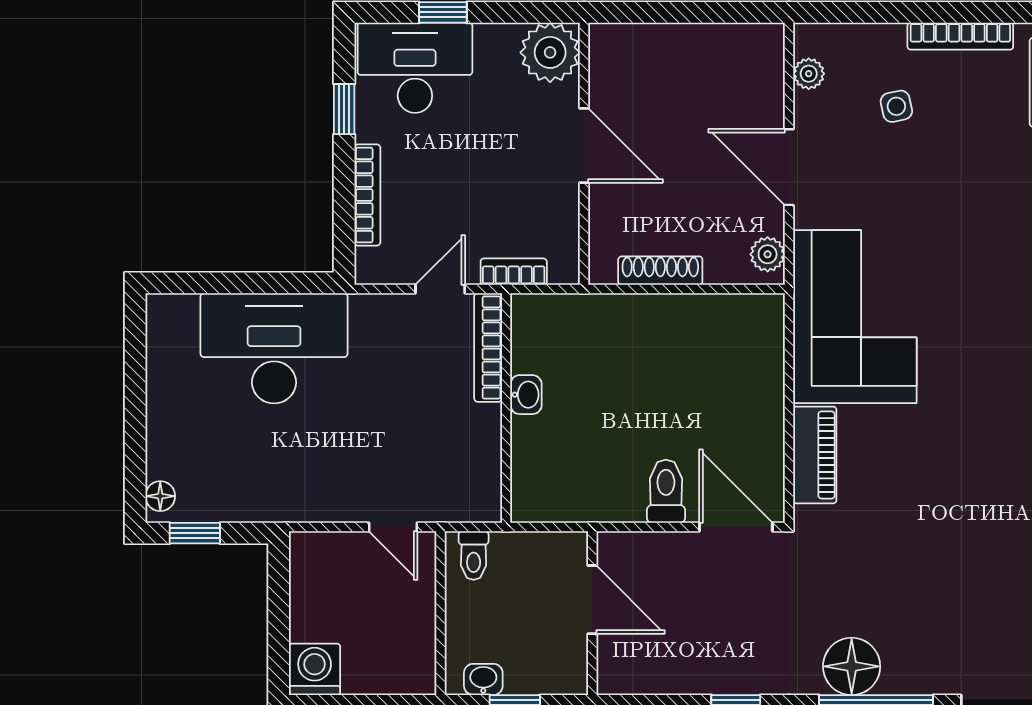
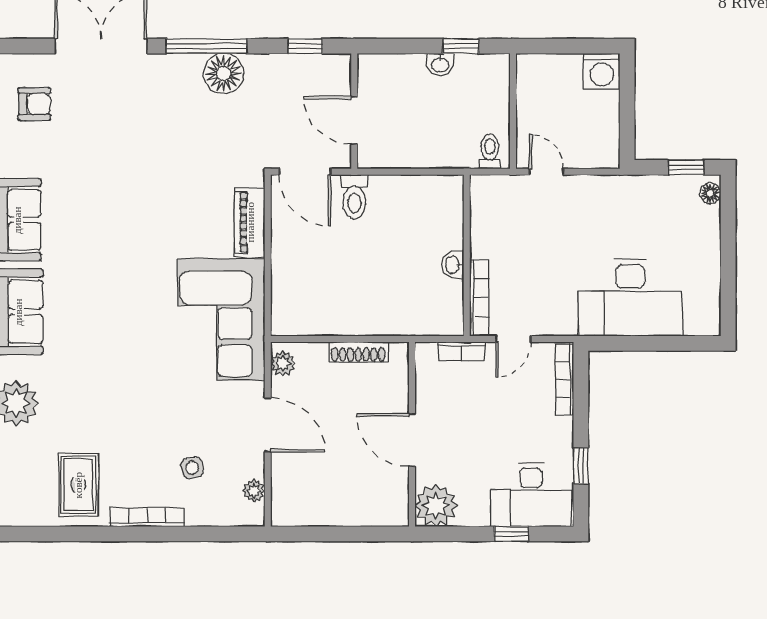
bookcase: (367, 195) -> (565, 380), moved
door: (592, 600) -> (354, 120), moved
wall: (592, 613) -> (354, 111), moved
washbasin: (483, 679) -> (440, 64), moved

